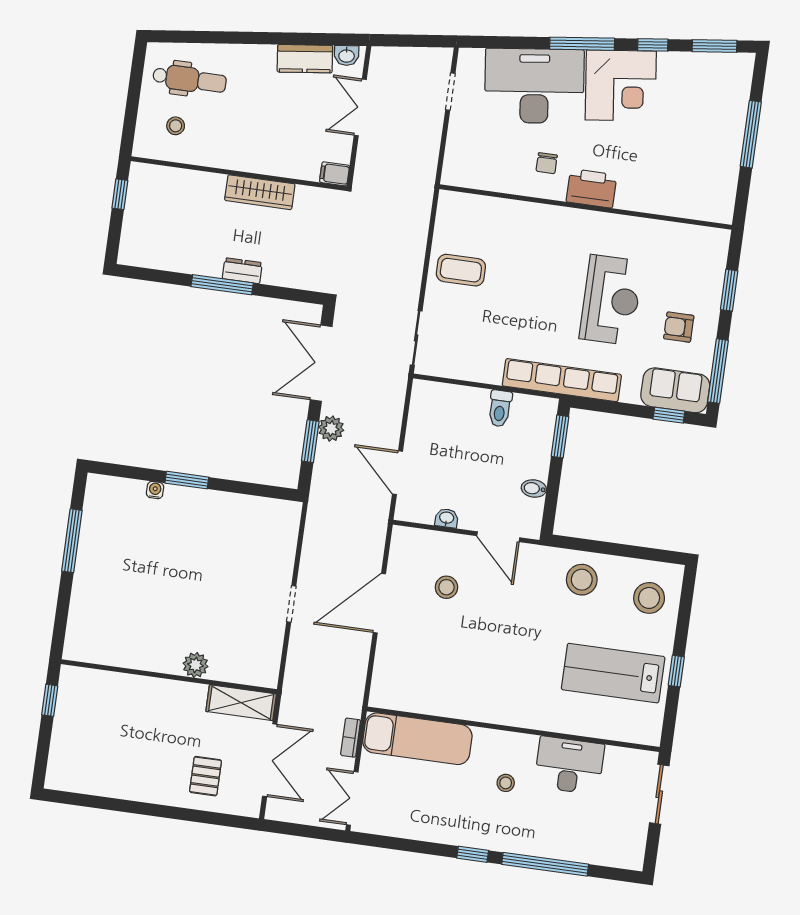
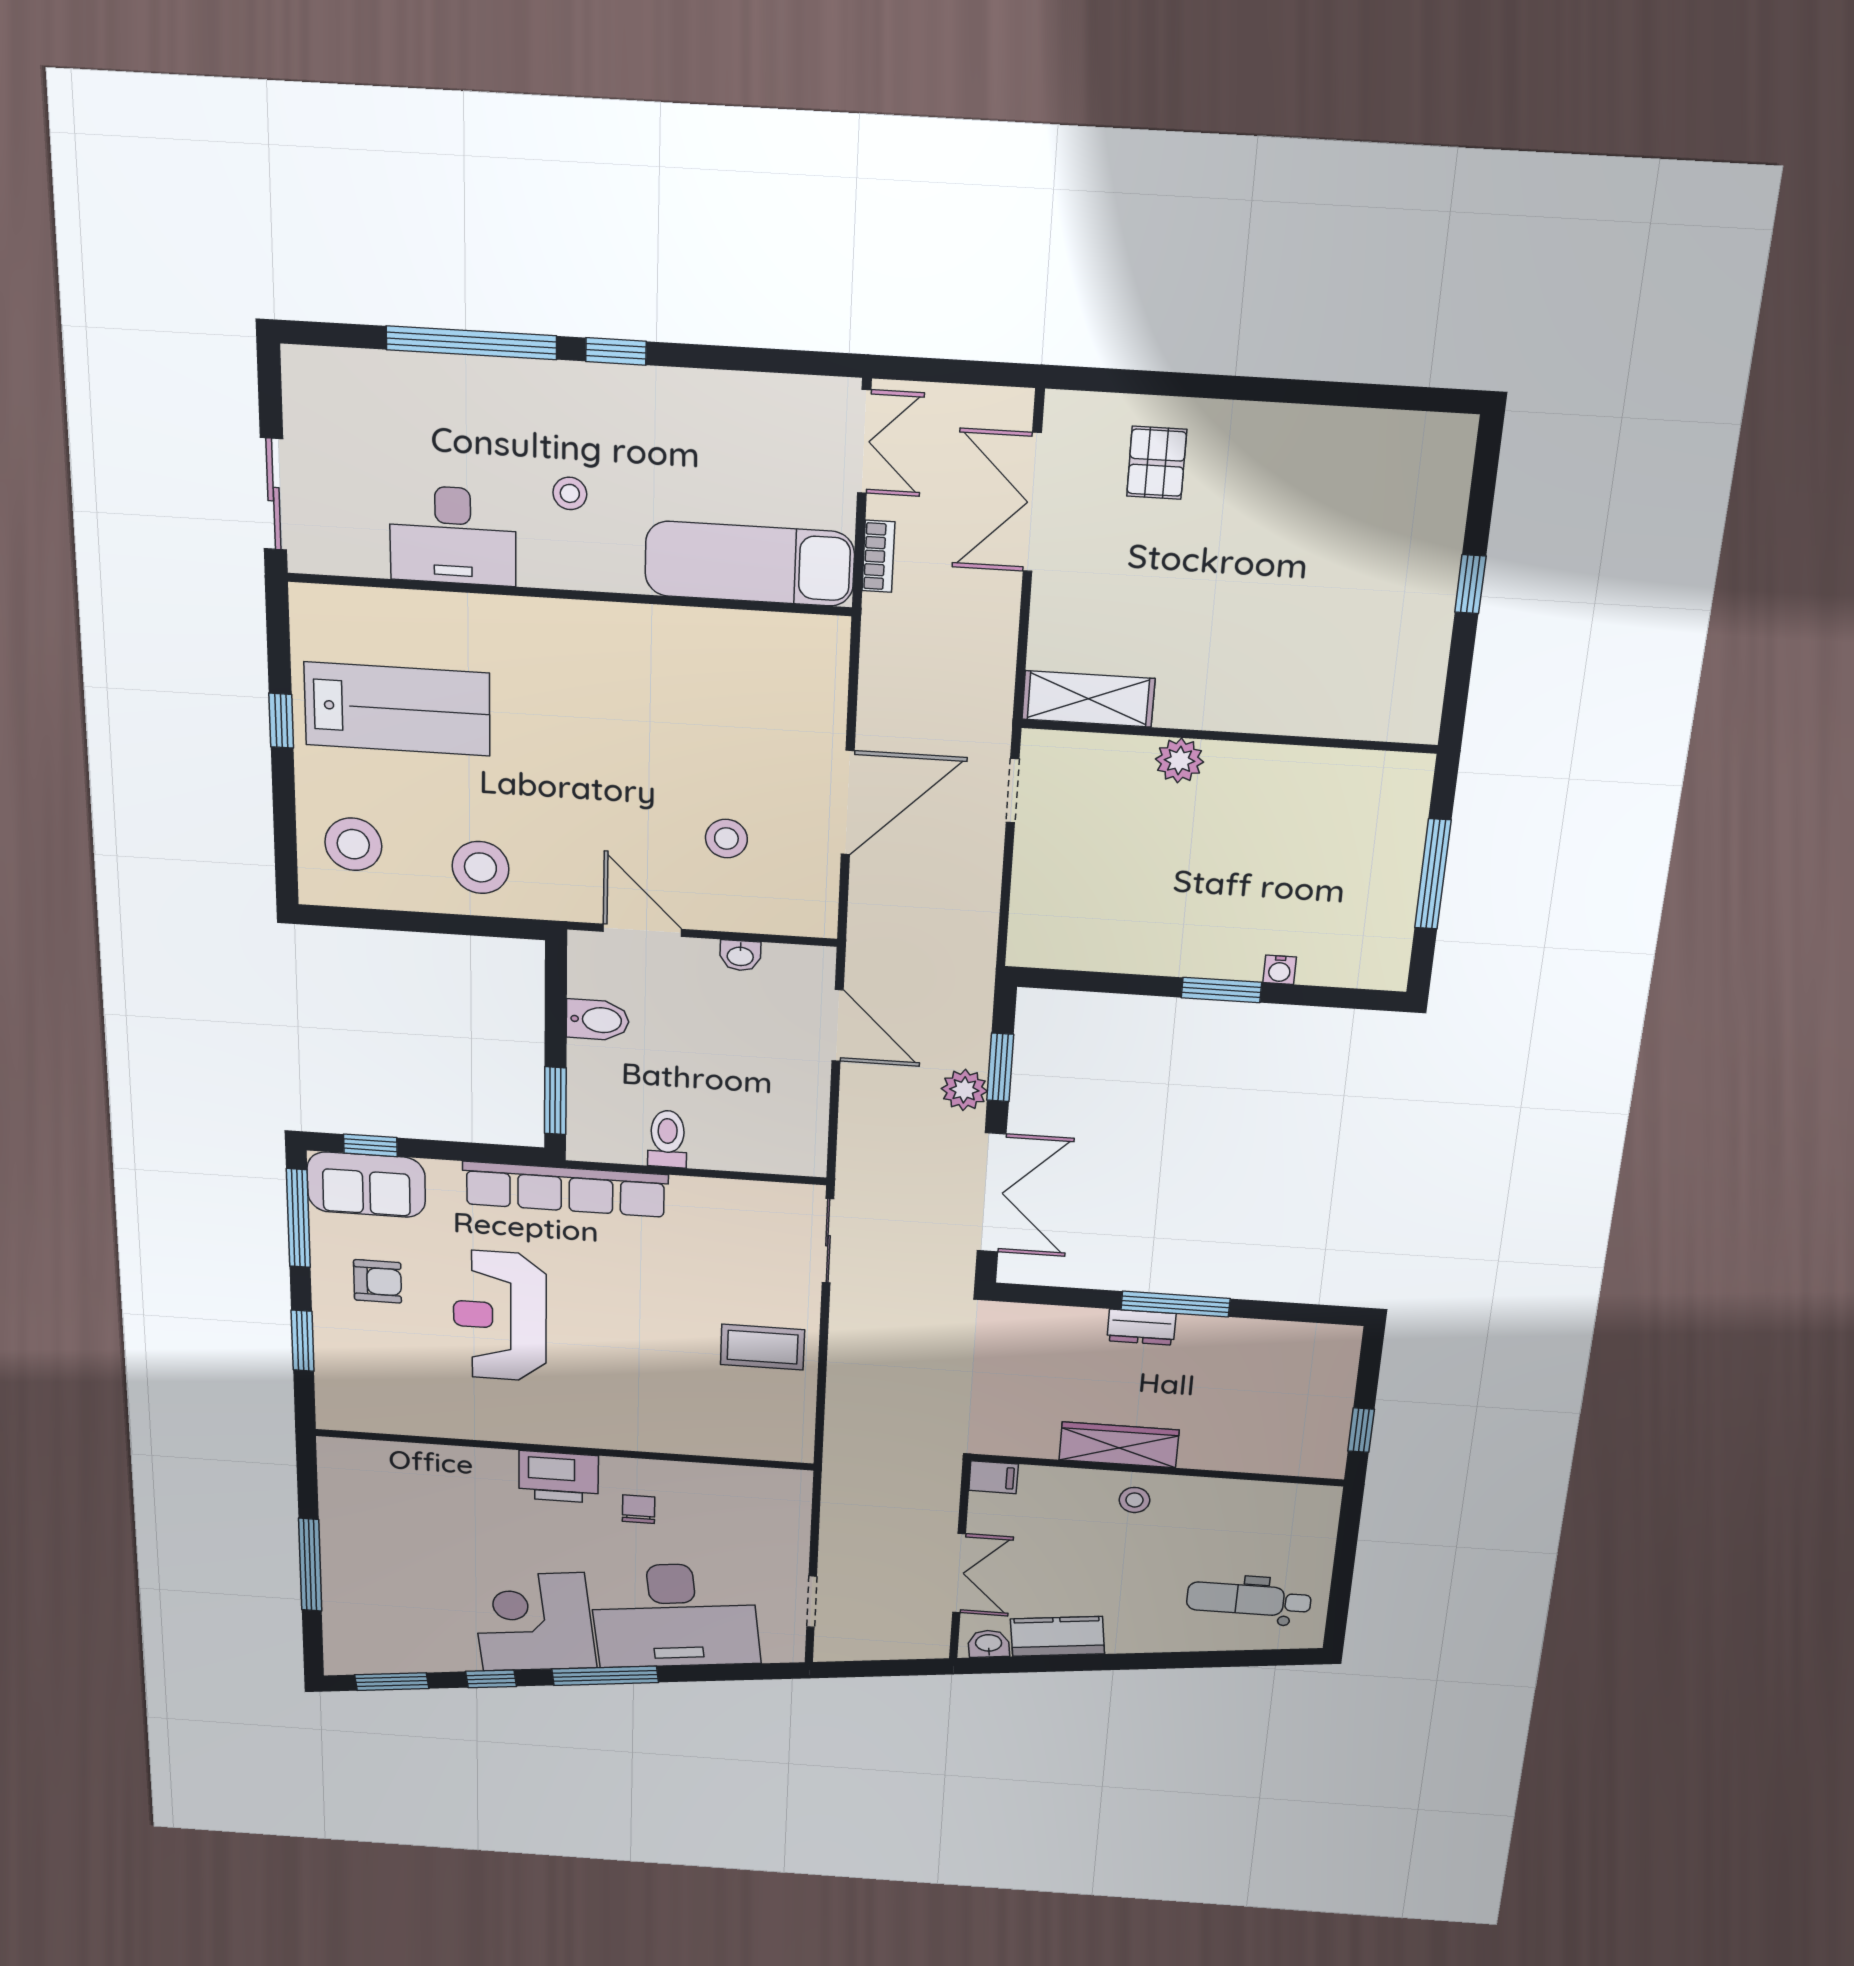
stool: (176, 126) -> (1135, 1500), moved
bidet: (534, 488) -> (598, 1020), width x1.38, depth x1.36
plant: (195, 665) -> (1179, 760), moved
wall: (169, 677) -> (1229, 736), moved
shelving: (241, 703) -> (1088, 699), moved

